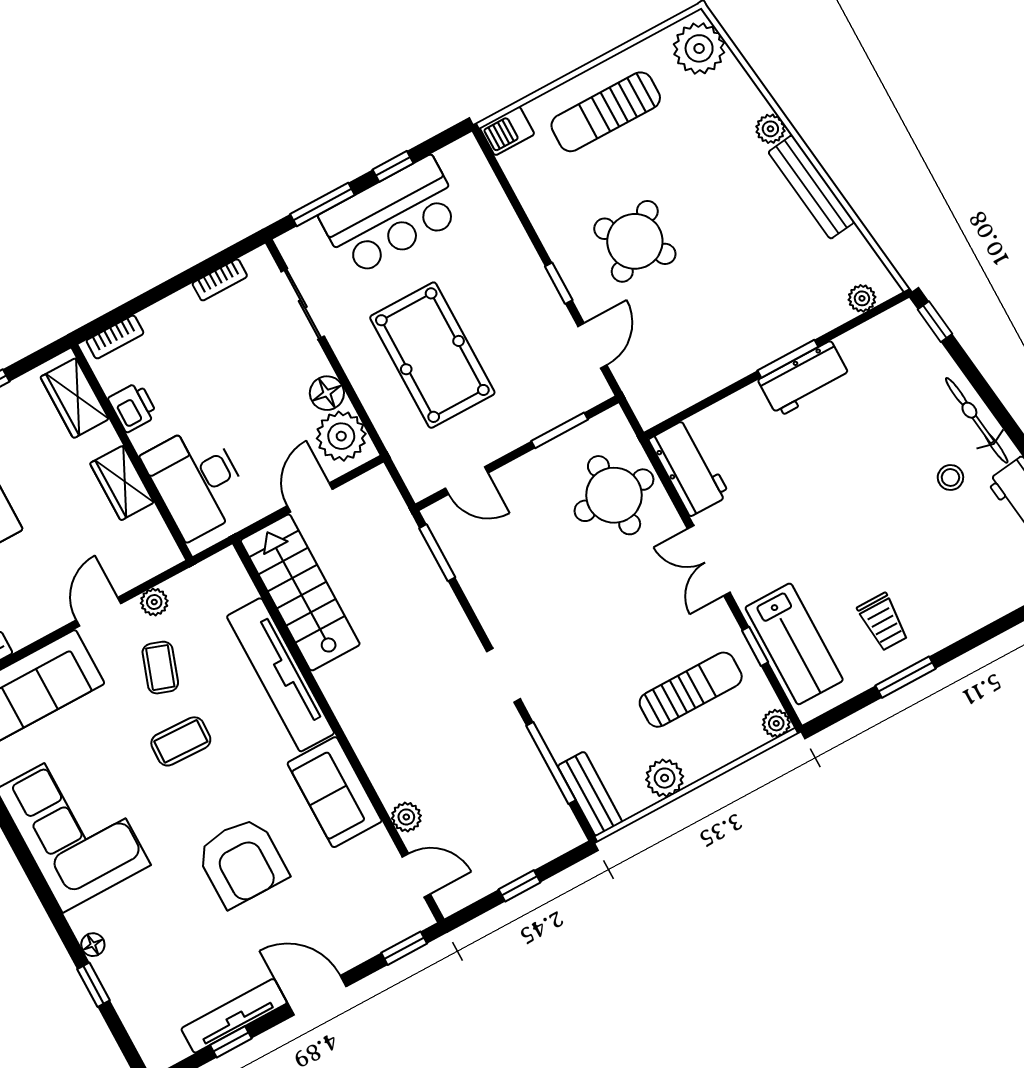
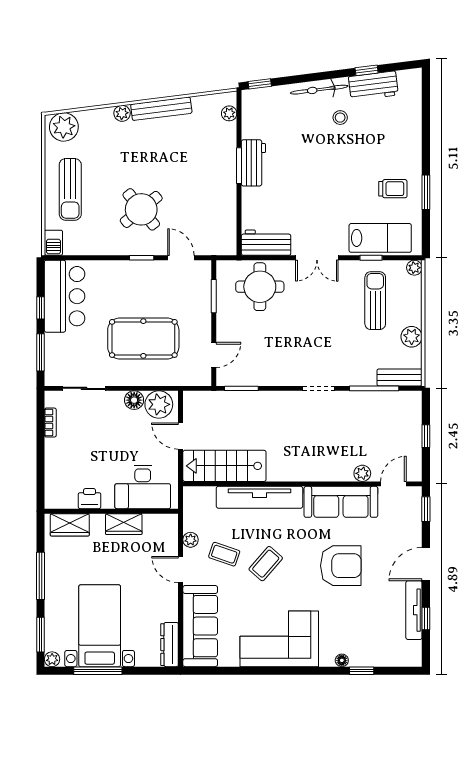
bar counter: (391, 216) -> (65, 296), moved
bookcase: (115, 337) -> (51, 489), removed
coffee table: (181, 741) -> (266, 564), turned 39
sofa: (335, 792) -> (341, 502), width x1.36

